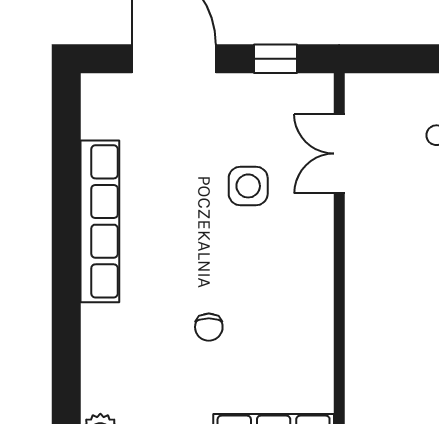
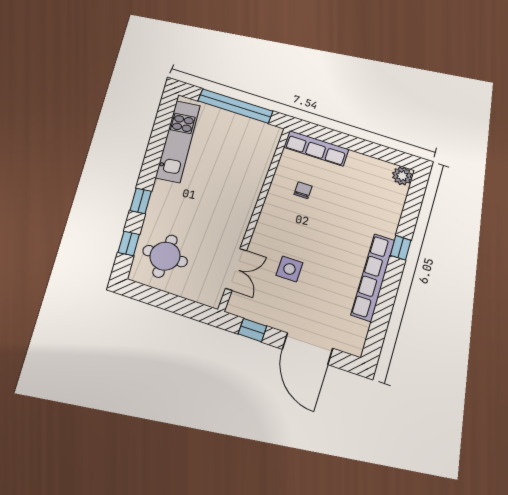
window: (66, 292) -> (401, 248), added
chair: (209, 327) -> (303, 190), moved

